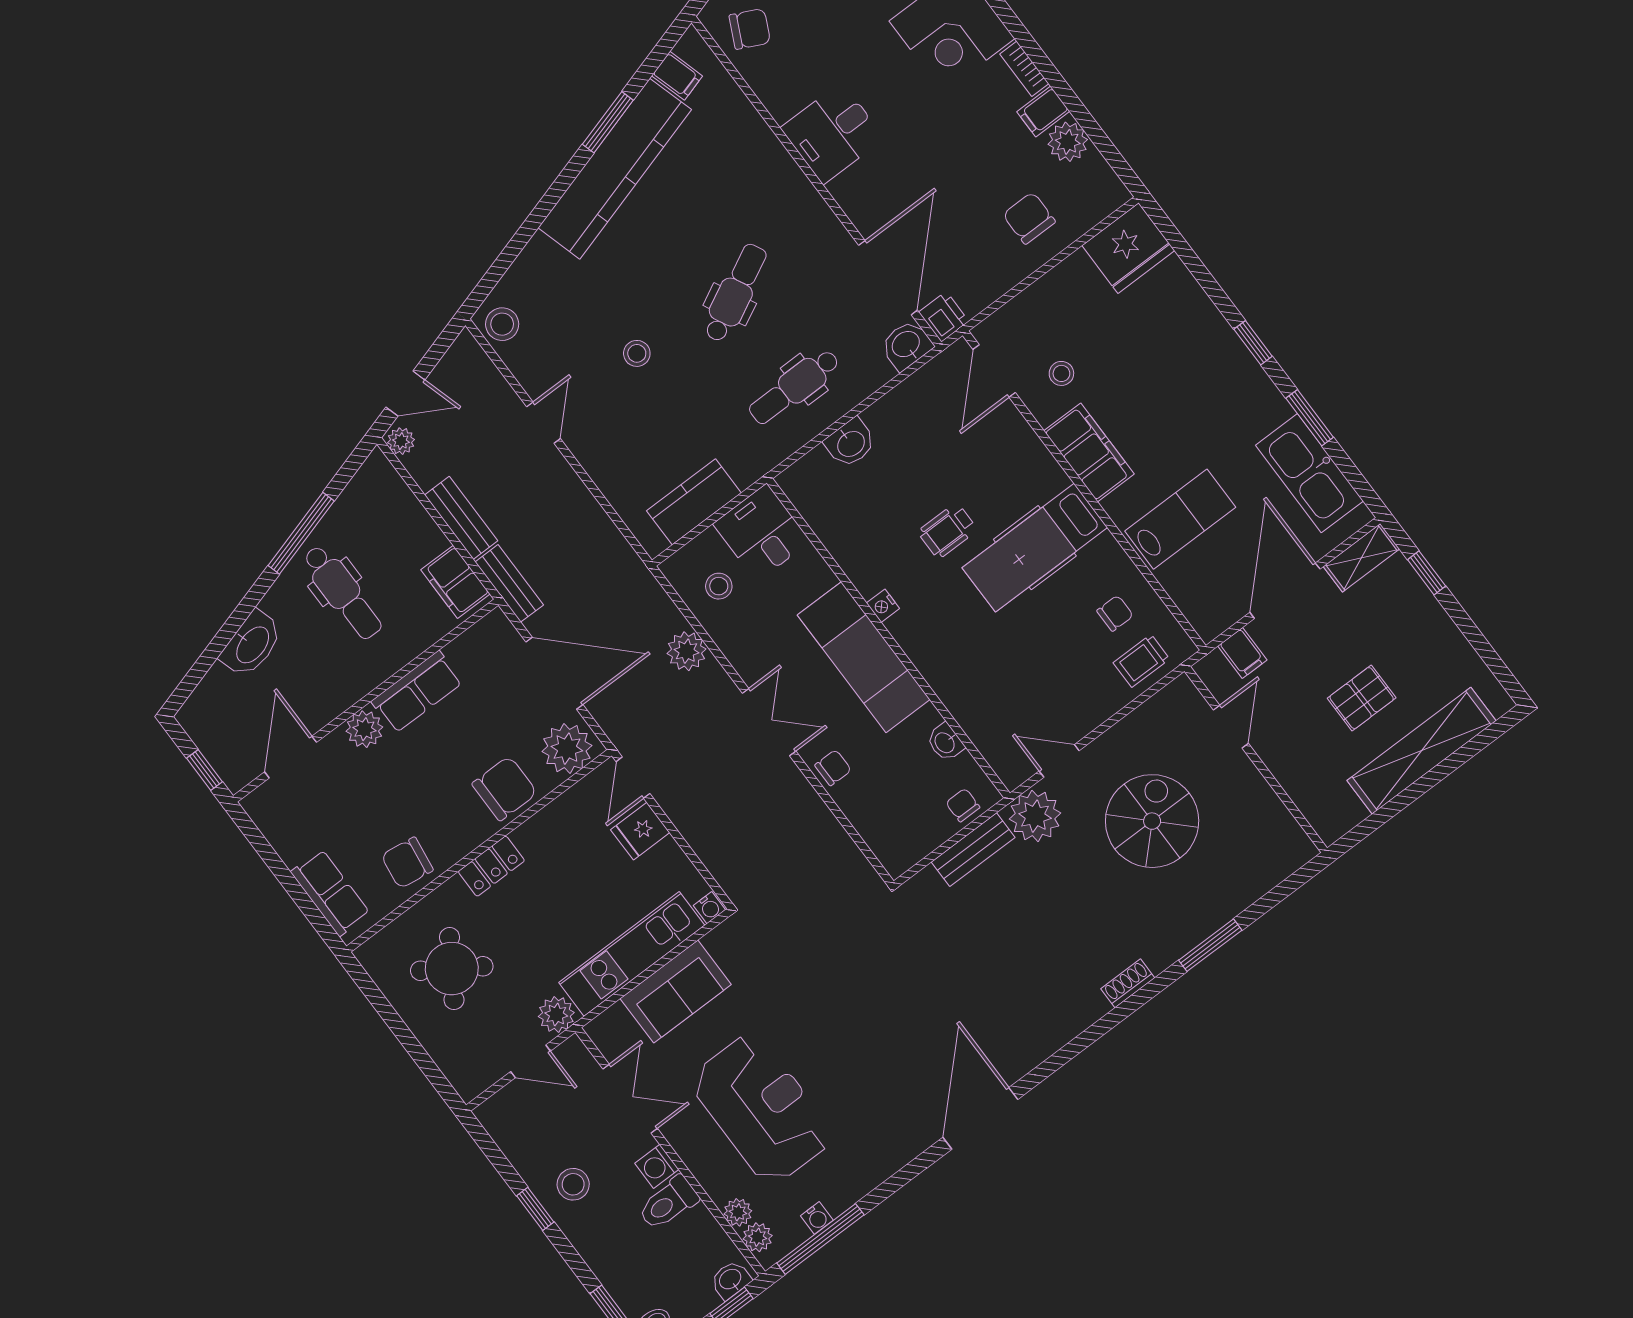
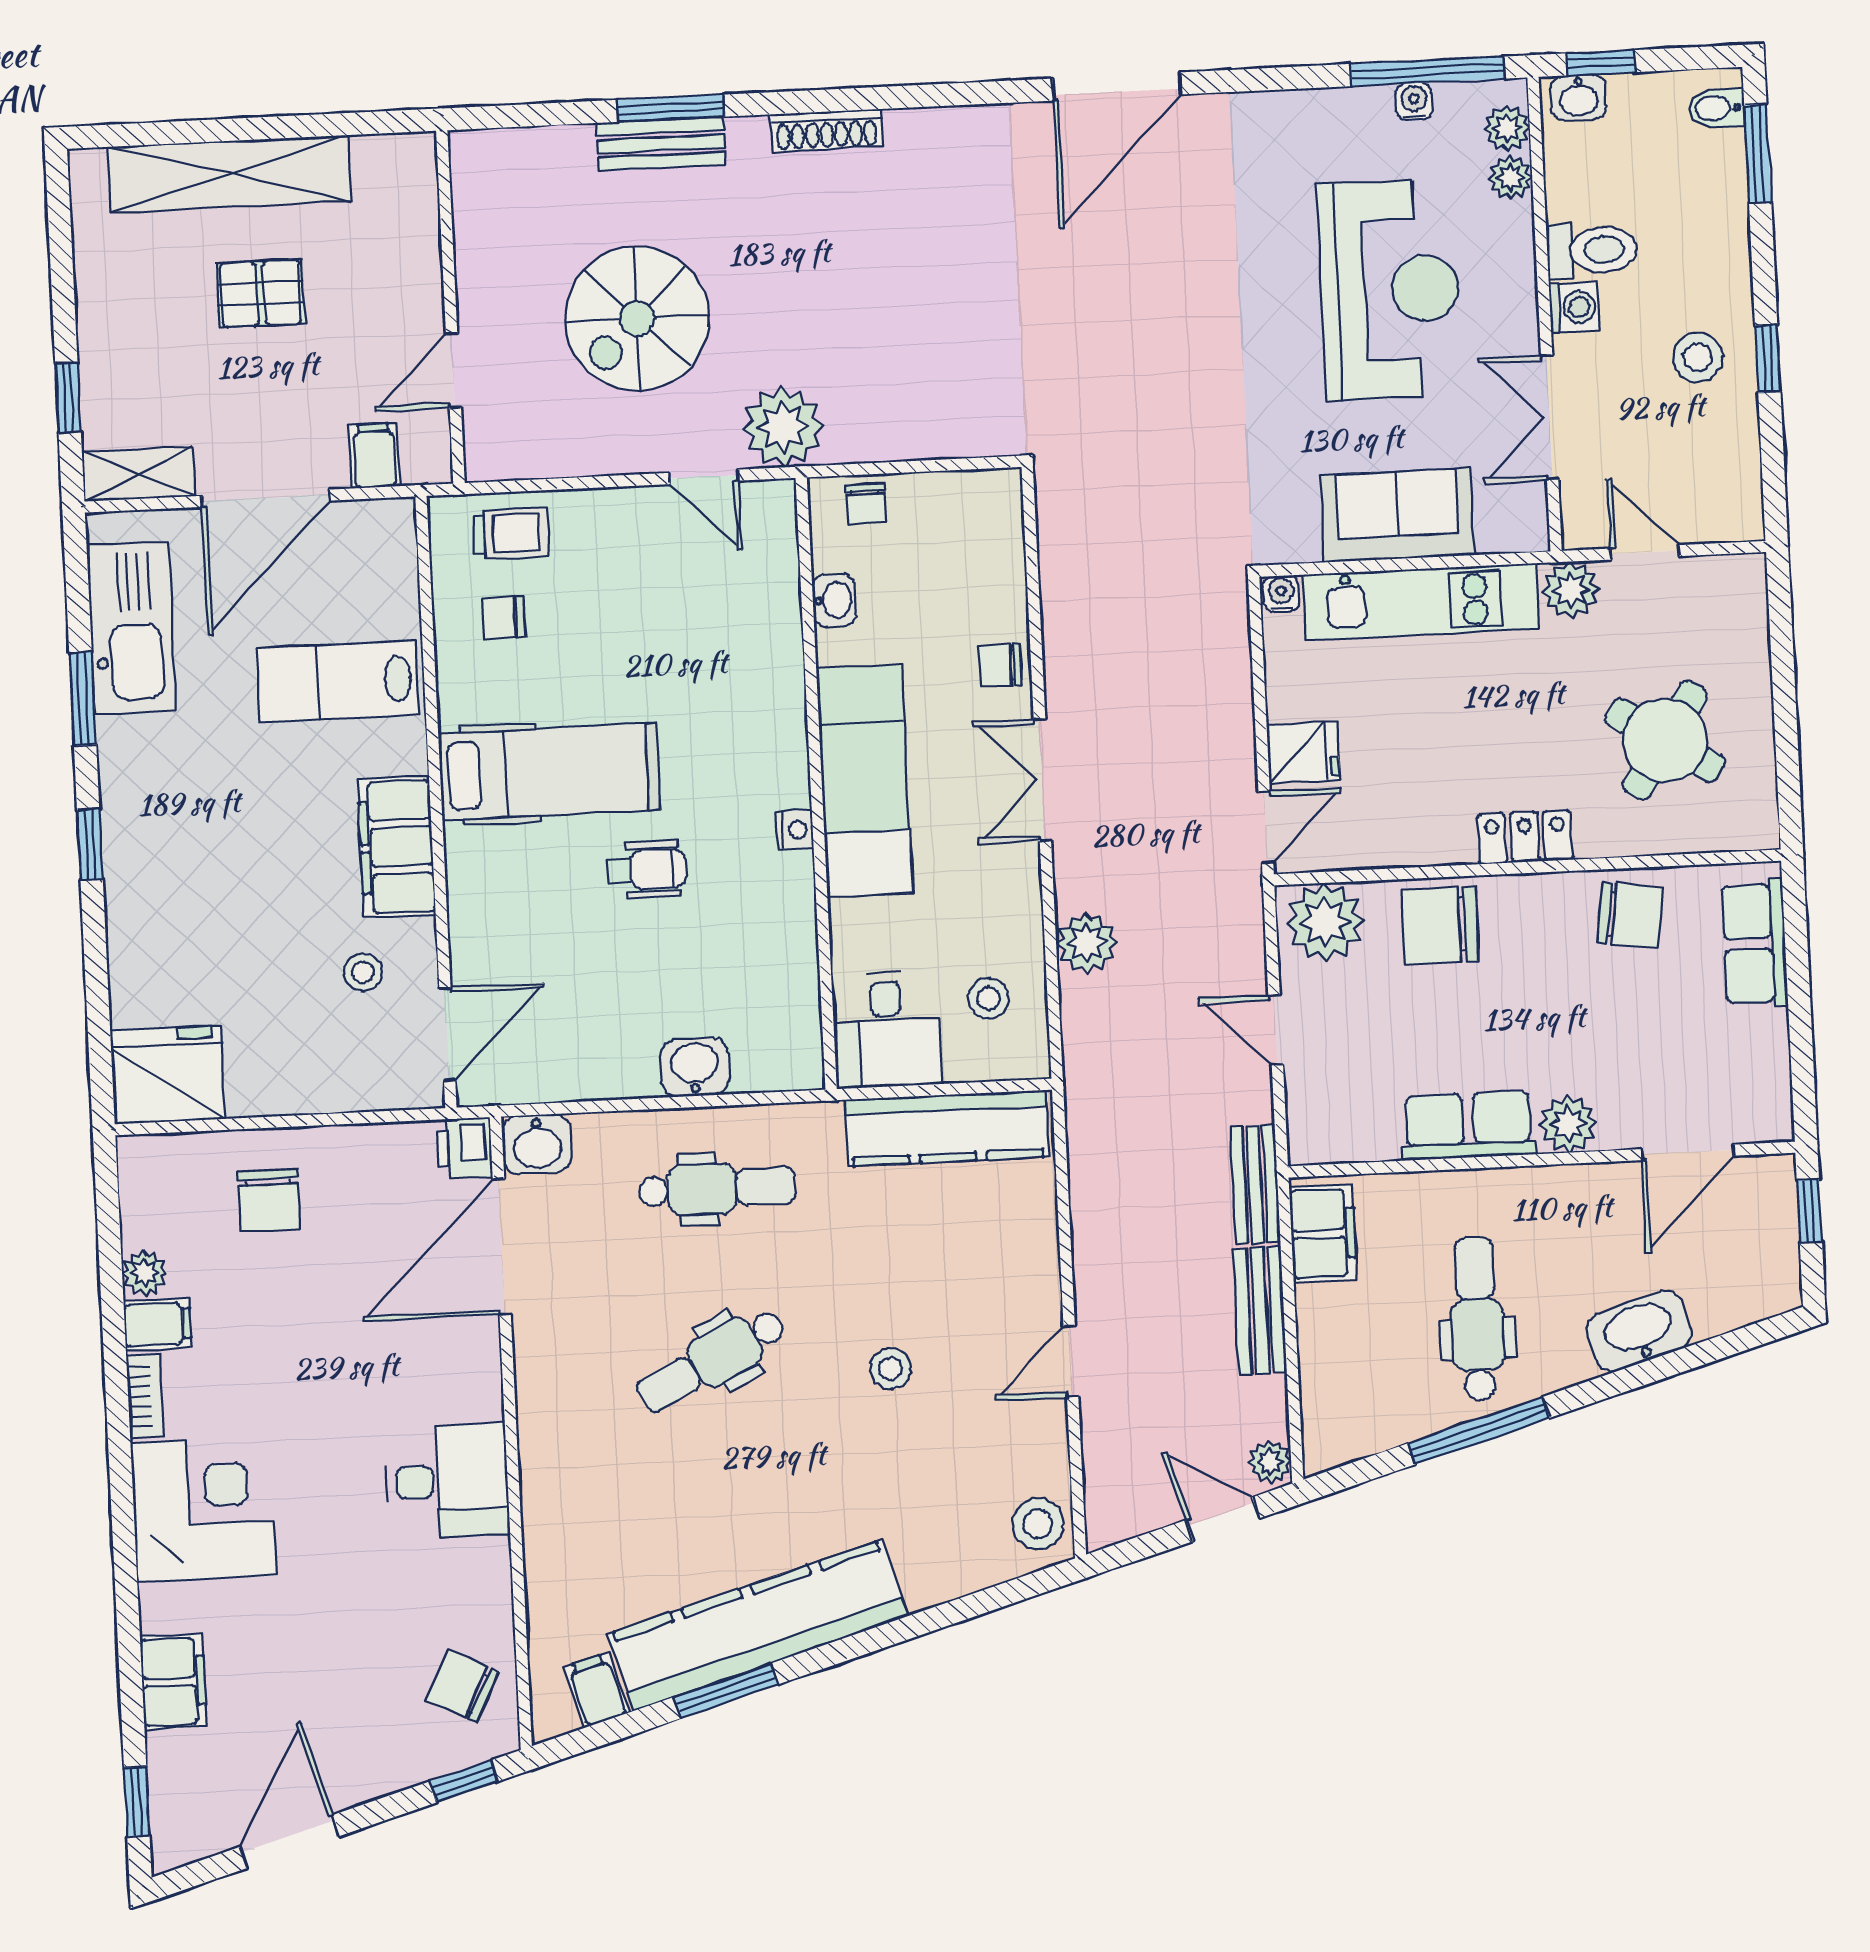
plant: (1068, 142) -> (145, 1273), width x0.73, depth x0.73
kitchen counter: (694, 502) -> (947, 1128), width x1.50
door: (554, 673) -> (1276, 1030), width x0.53
bench: (973, 850) -> (661, 144), moved
shoe rack: (1128, 983) -> (827, 130), width x1.43
reception desk: (762, 1109) -> (1390, 290), turned 180

